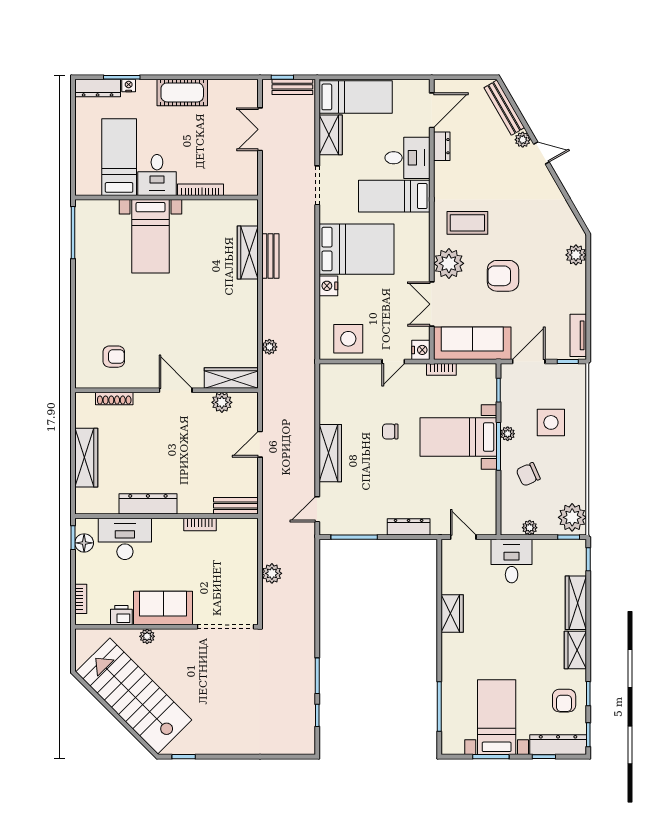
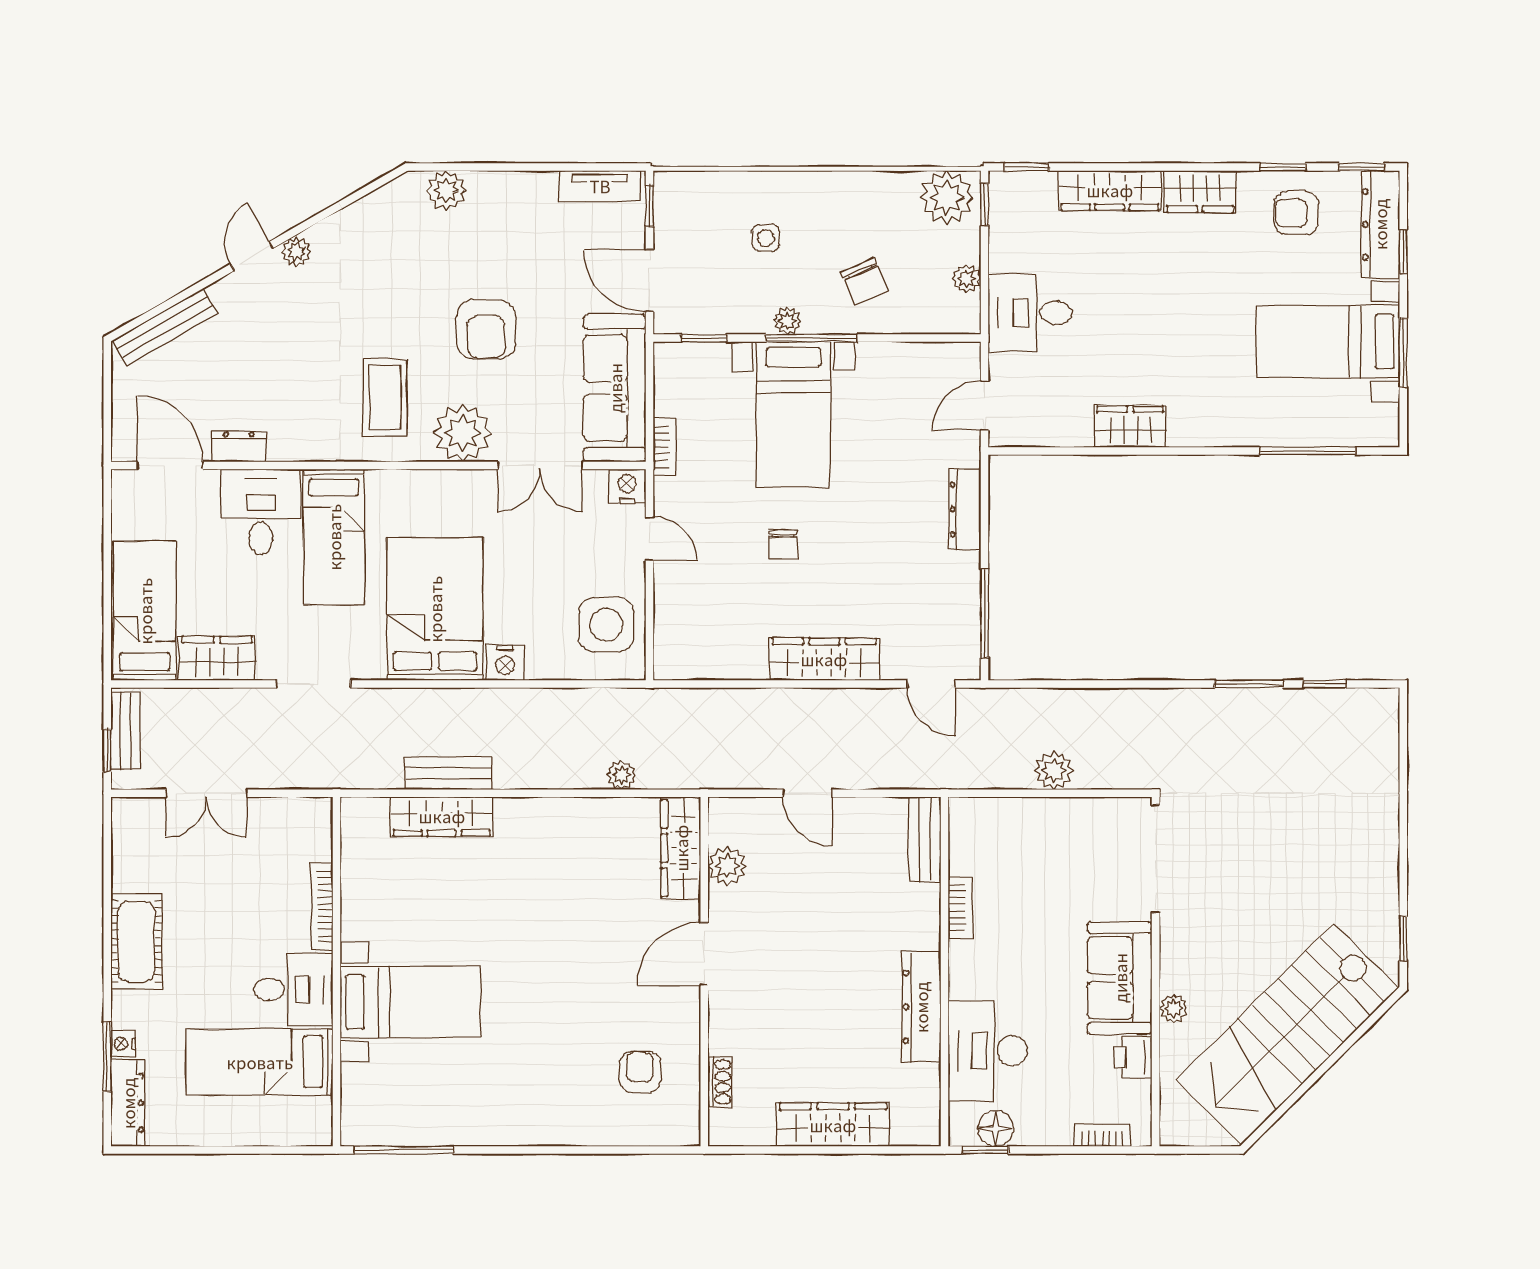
plant: (523, 140) -> (296, 252), moved
shoe rack: (114, 398) -> (720, 1082), width x0.70
side table: (551, 422) -> (766, 238), width x0.54, depth x0.54
armchair: (564, 701) -> (1296, 213), turned 180

